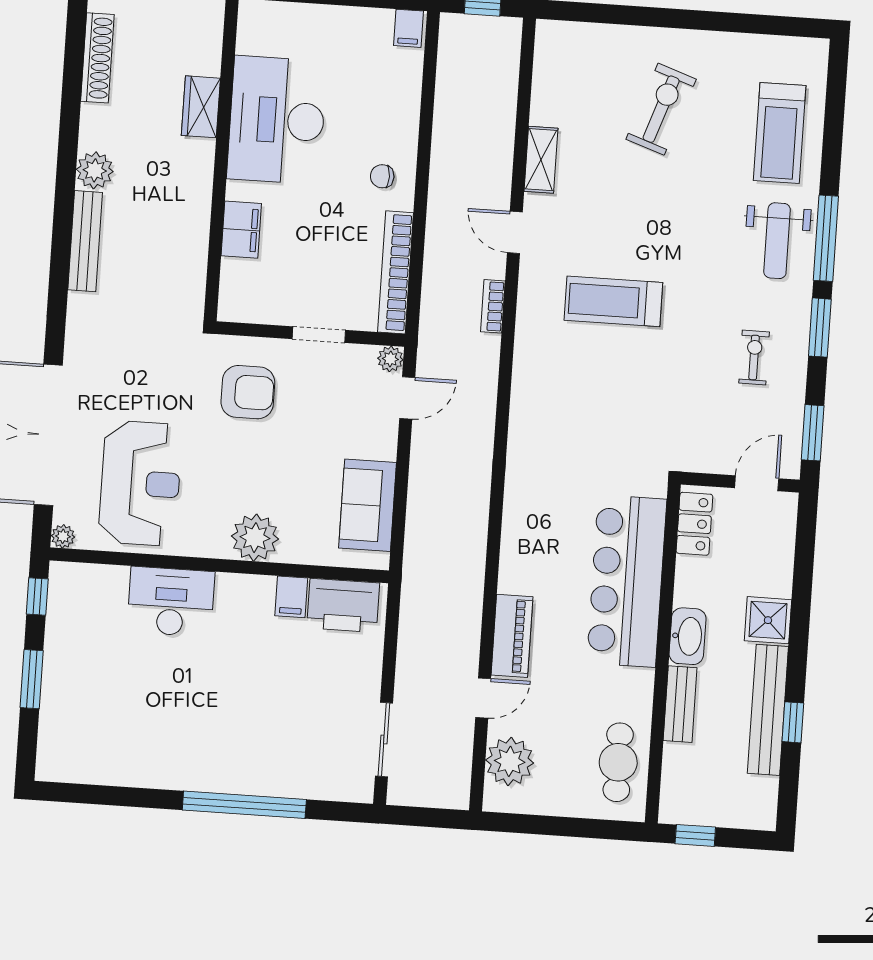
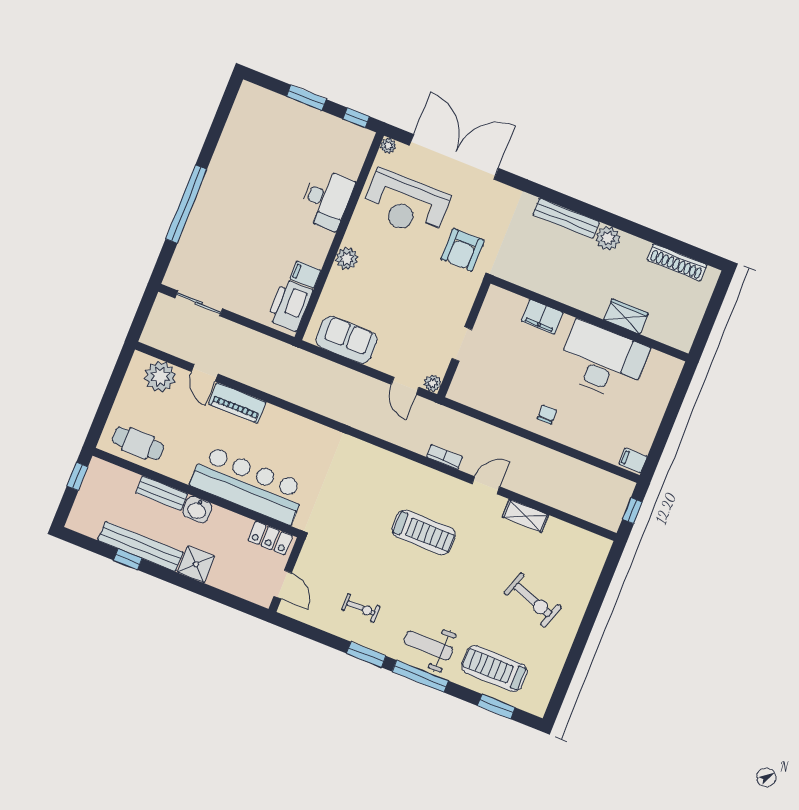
bookcase: (396, 272) -> (485, 404), removed
treadmill: (613, 301) -> (424, 532), turned 90
armchair: (248, 392) -> (462, 250), moved
window: (813, 433) -> (496, 707), moved
plant: (255, 538) -> (347, 259), width x0.73, depth x0.73
washbasin: (688, 636) -> (197, 509), width x0.72

